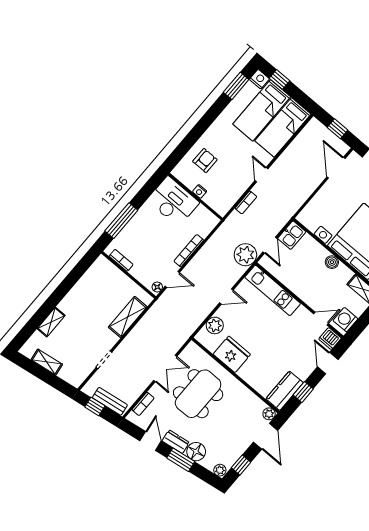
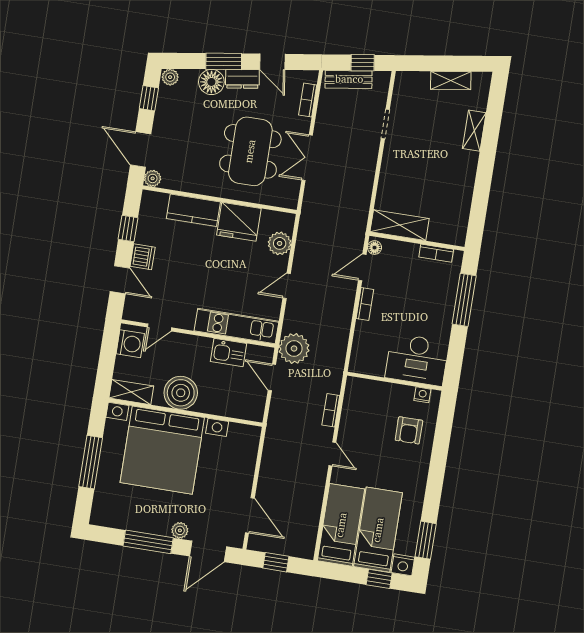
nightstand: (200, 191) -> (422, 395), moved
kitchen sink: (292, 235) -> (229, 353), moved, turned -90
bookcase: (189, 251) -> (365, 304), width x0.64
boiler: (332, 262) -> (181, 393), width x1.86, depth x1.86
shelving: (128, 317) -> (400, 225), moved, turned 90
dishwasher: (330, 339) -> (143, 257), moved, turned 90
kitchen counter: (285, 391) -> (193, 210), moved, turned 90

